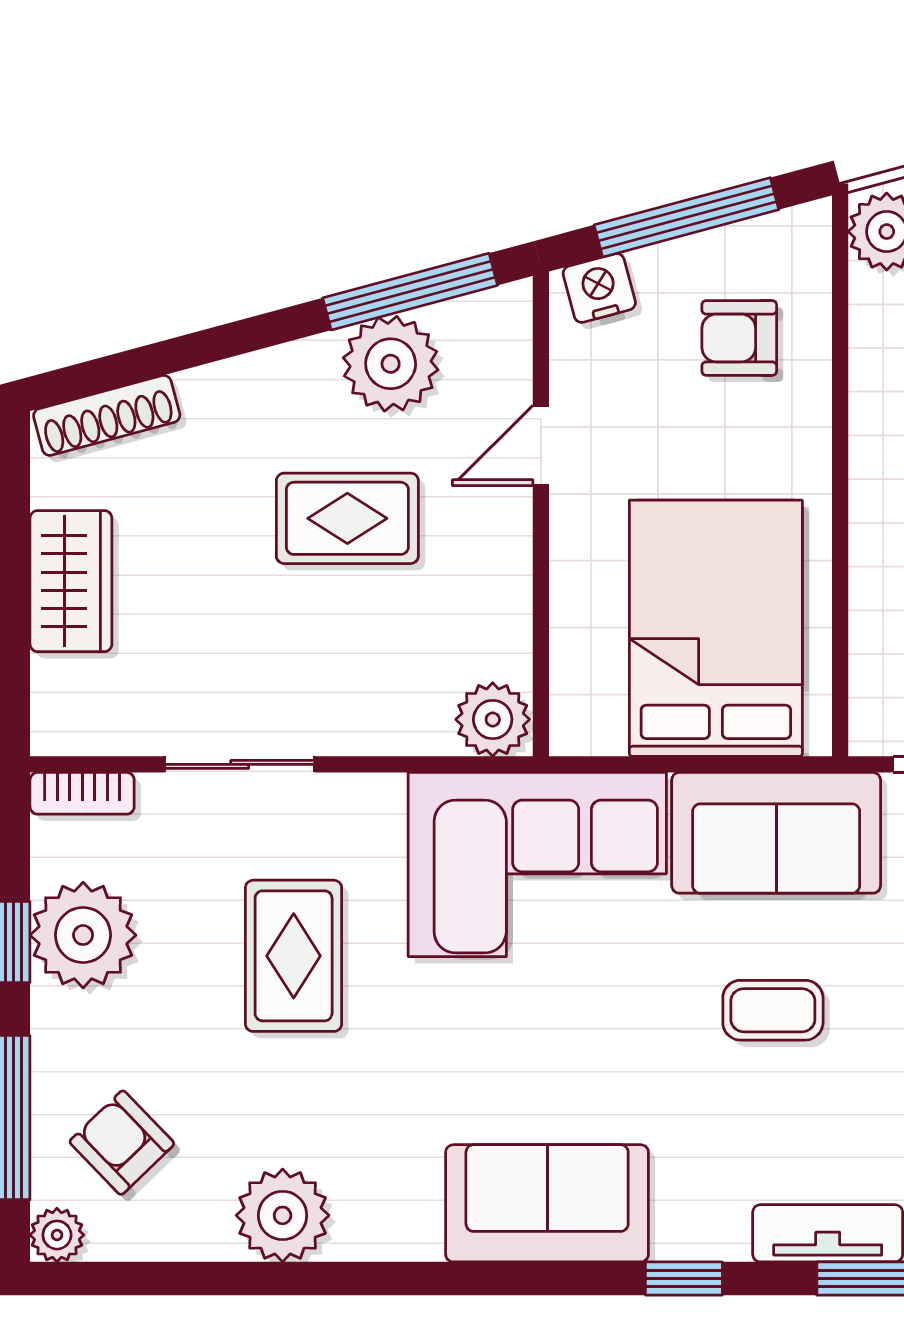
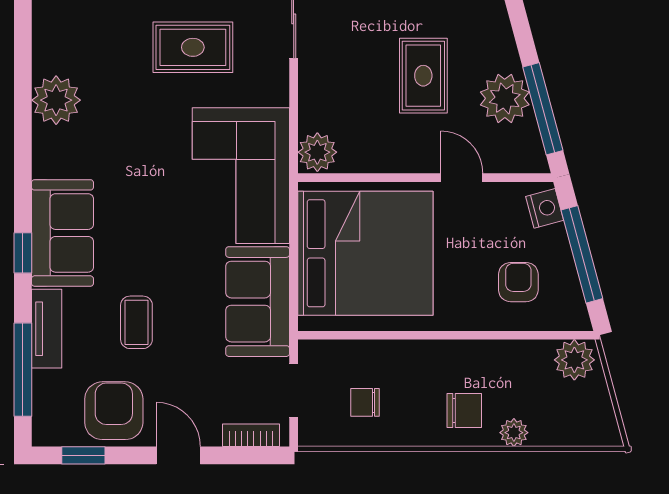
bed: (716, 628) -> (365, 253), width x1.36
coffee table: (773, 1010) -> (136, 322), moved
sofa: (547, 1203) -> (62, 233), moved
plant: (283, 1215) -> (56, 100), moved

